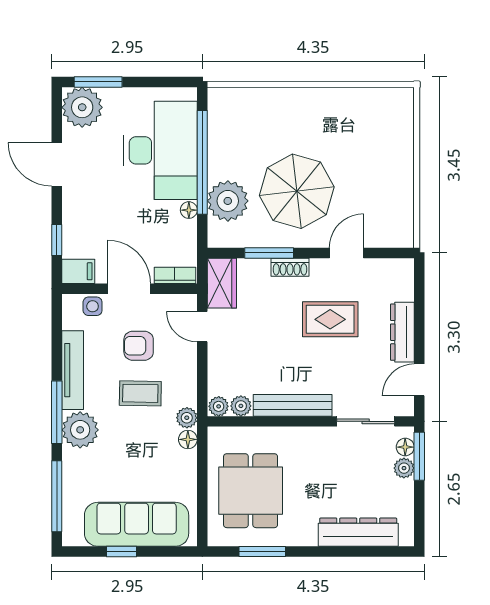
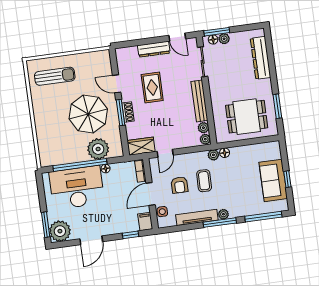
sun lounger: (377, 138) -> (55, 76), added
window: (269, 253) -> (121, 113), moved
plant: (80, 430) -> (223, 214), width x0.53, depth x0.53
sofa: (137, 524) -> (273, 180), width x0.73

